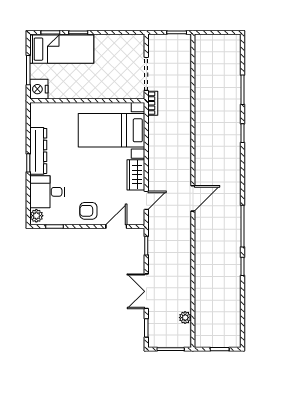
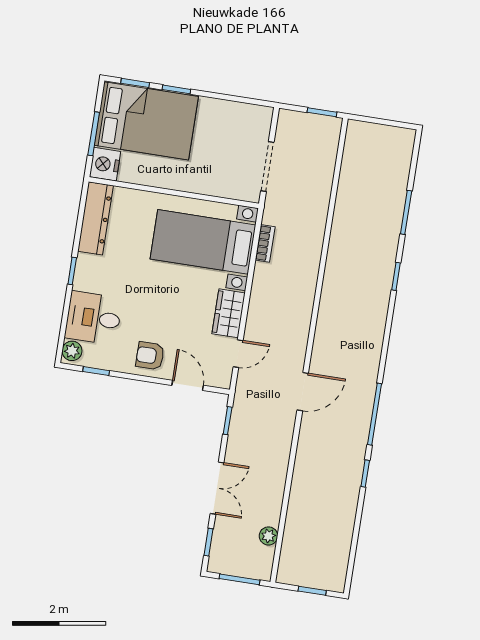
bed: (62, 49) -> (146, 121), width x1.50
bookcase: (153, 103) -> (265, 243), moved
dresser: (38, 151) -> (95, 218), moved
door: (193, 198) -> (303, 392), moved
door: (116, 227) -> (188, 385), hinge flipped
double door: (146, 291) -> (217, 488), swing flipped

